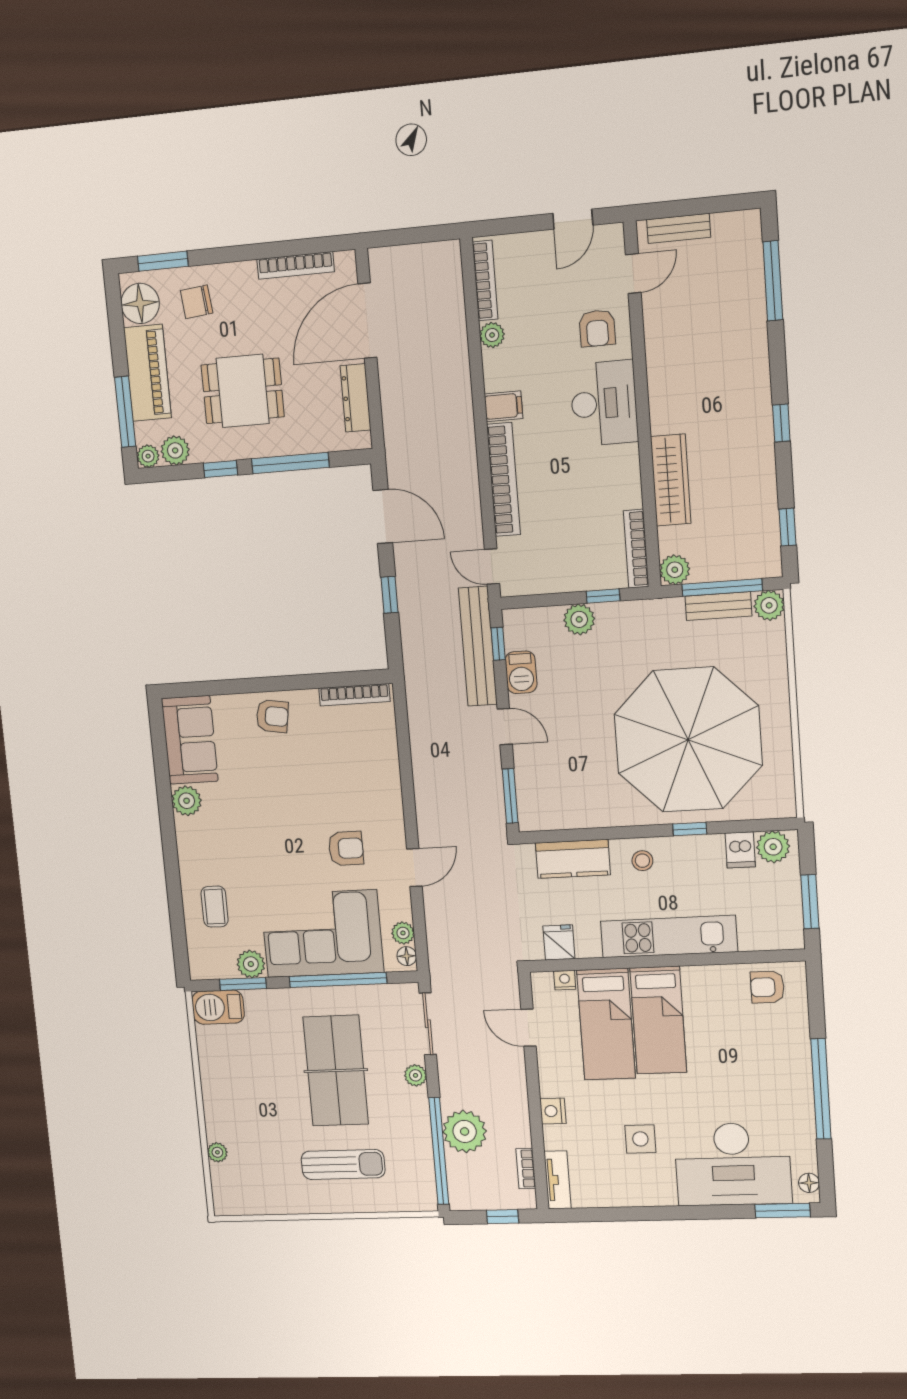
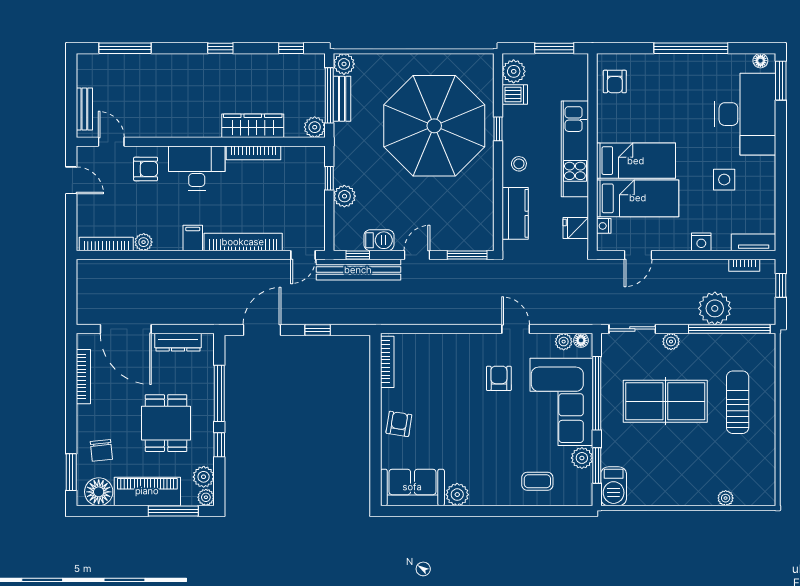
bookcase: (636, 549) -> (254, 153), moved

